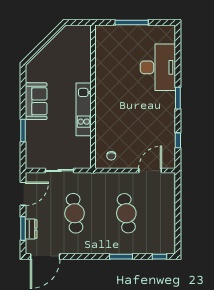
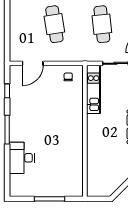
desk: (158, 67) -> (22, 158), width x0.73, depth x0.77
window: (178, 98) -> (7, 130), width x1.44
kitchen unit: (84, 109) -> (93, 89), moved

